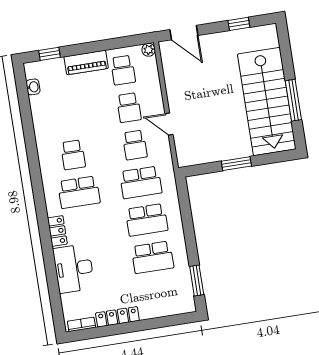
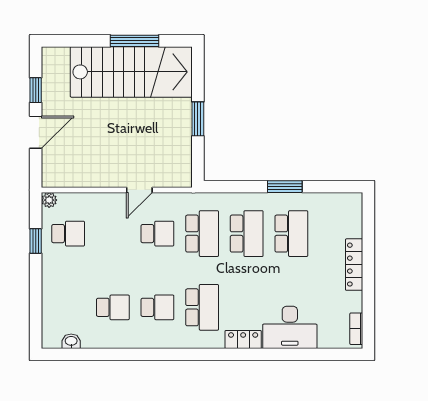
door: (184, 33) -> (36, 132), moved
window: (49, 54) -> (36, 241), moved
piano: (86, 62) -> (52, 275), removed
school desk: (129, 108) -> (113, 307), moved
window: (197, 280) -> (285, 187), moved
locker: (117, 317) -> (354, 265), moved

